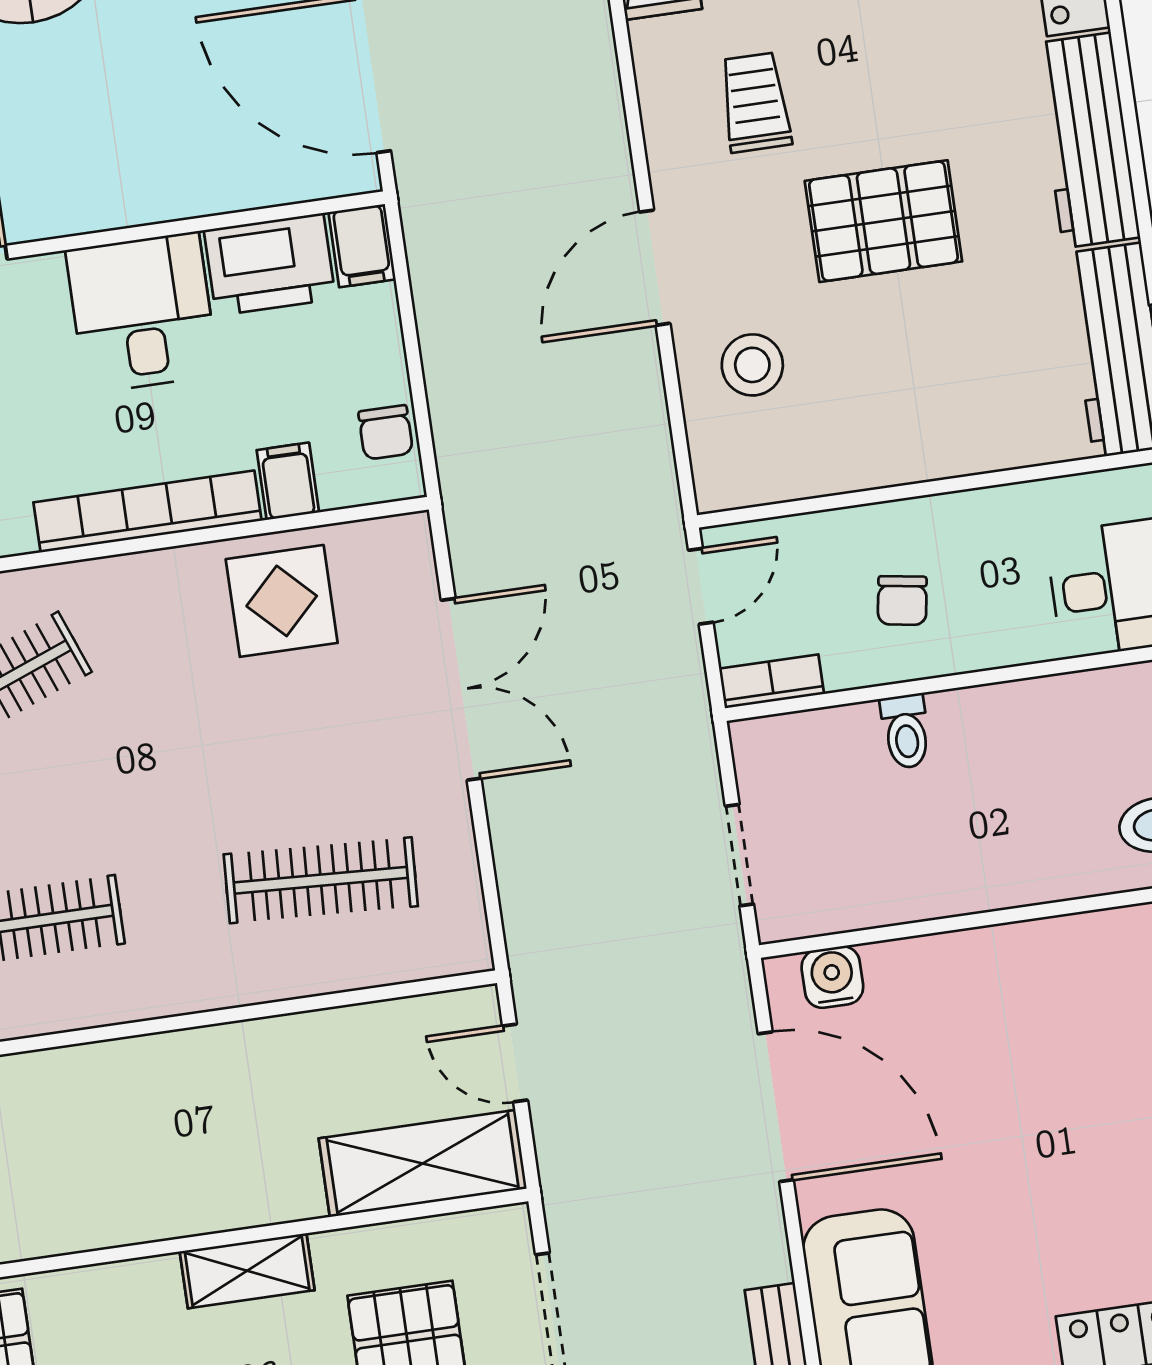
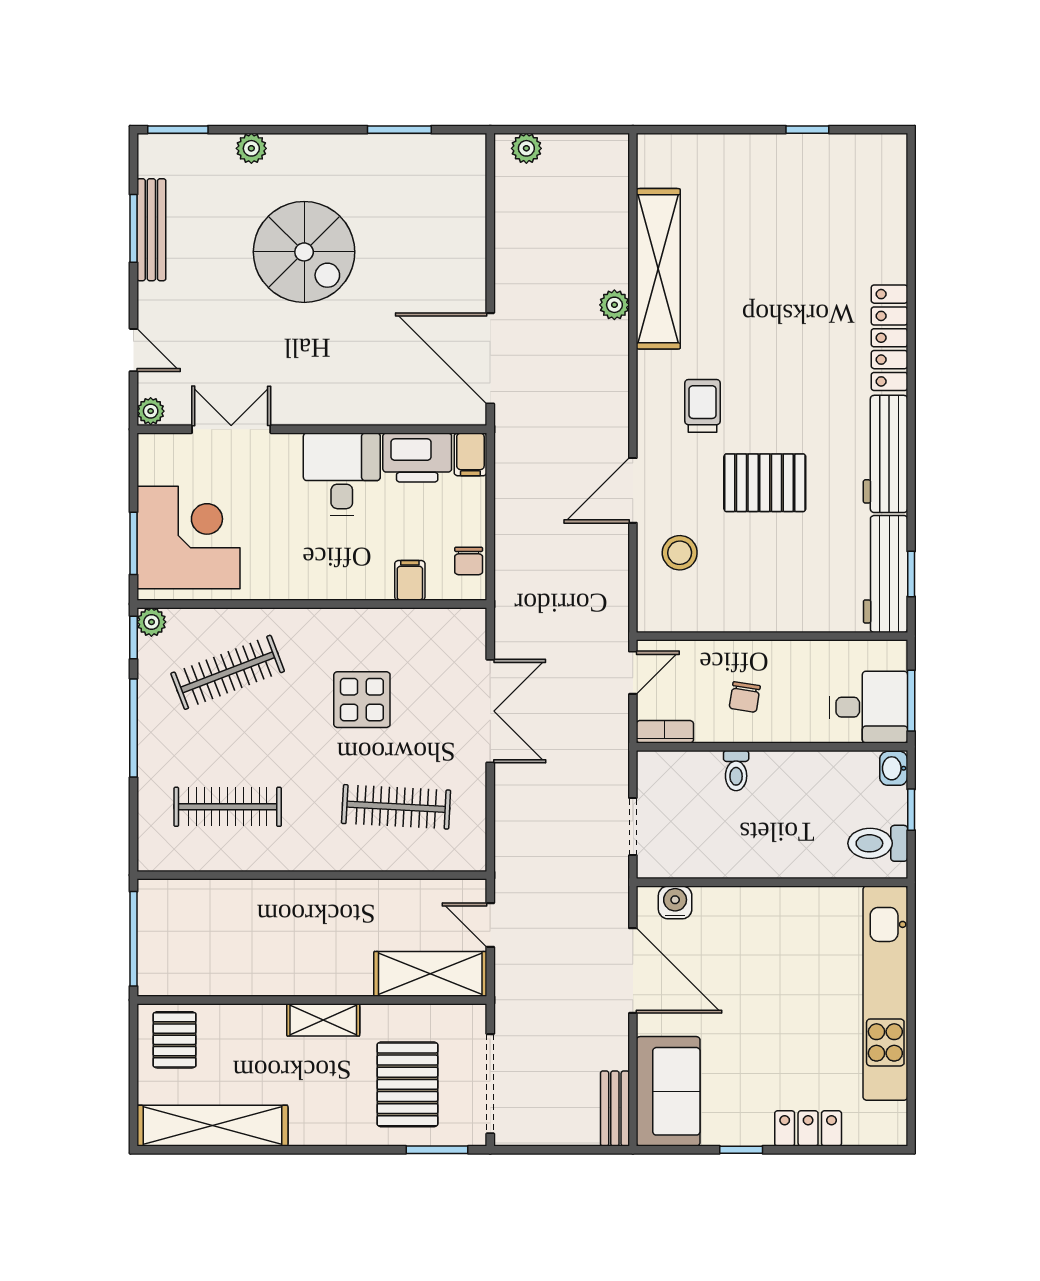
bookcase: (147, 512) -> (329, 586), removed
display table: (282, 601) -> (362, 700), moved

